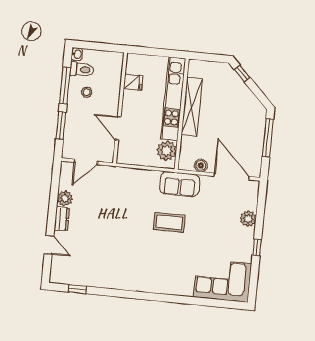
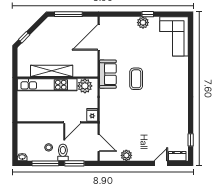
toilet: (82, 69) -> (63, 152), moved
fridge: (133, 82) -> (92, 115), moved
boiler: (201, 165) -> (93, 60), removed
dresser: (62, 219) -> (177, 156), moved
plant: (248, 219) -> (143, 23), moved

